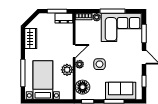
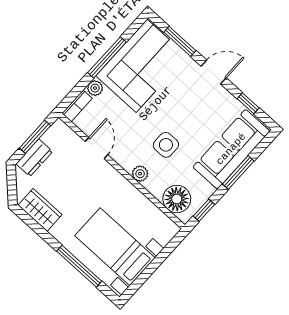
dresser: (64, 18) -> (34, 158), moved
door: (74, 51) -> (97, 148), moved
plant: (67, 70) -> (132, 199), removed
sofa: (121, 91) -> (231, 149), width x1.36

